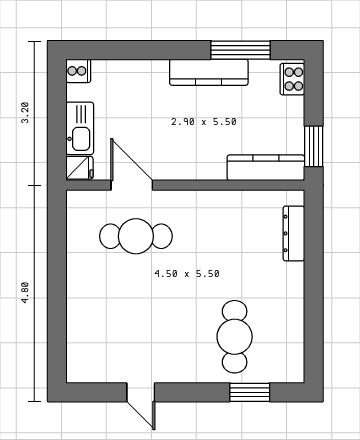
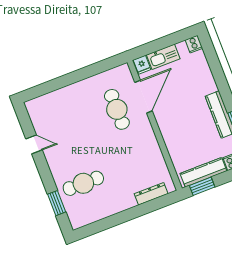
kitchen counter: (266, 168) -> (203, 172), moved, turned -90
door: (132, 185) -> (144, 97), width x1.36
door: (141, 392) -> (34, 144), swing flipped

